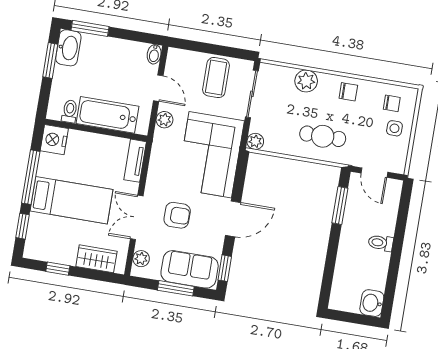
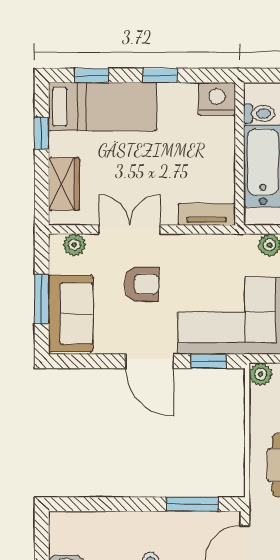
window: (31, 177) -> (160, 75), width x0.46
bed: (71, 200) -> (103, 107), moved, turned -90
armchair: (177, 215) -> (142, 284), turned -90
window: (225, 268) -> (209, 361), moved

